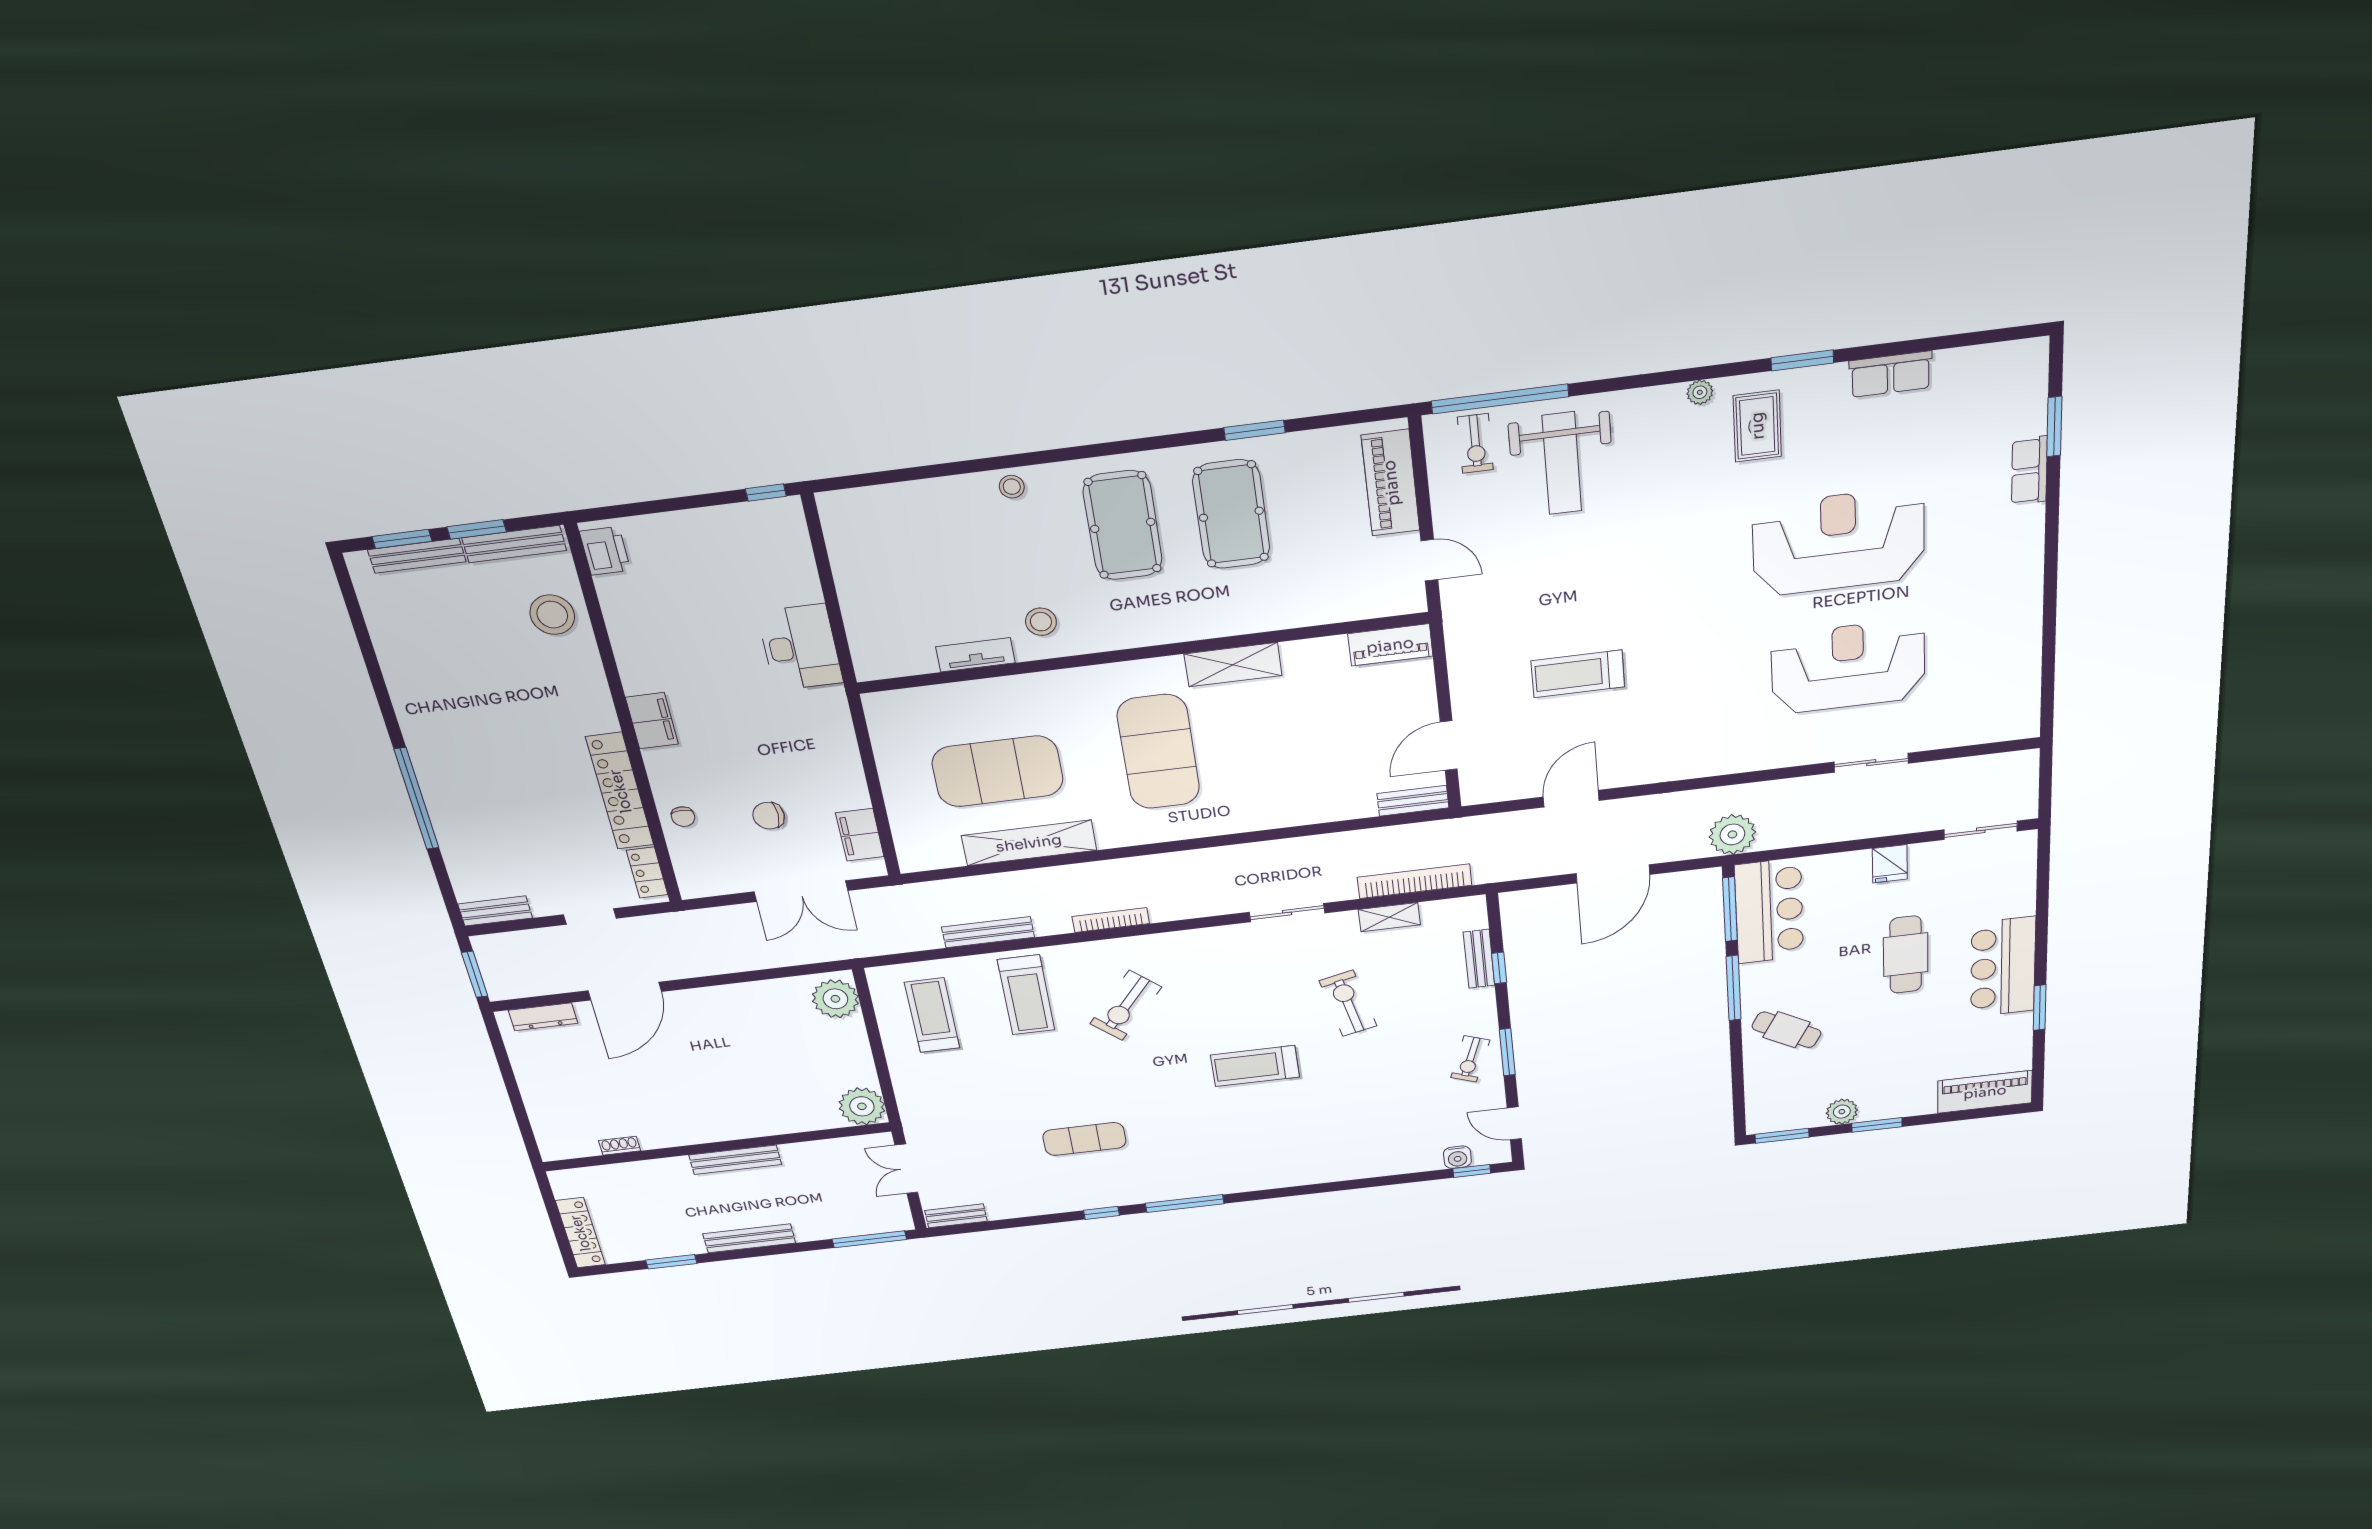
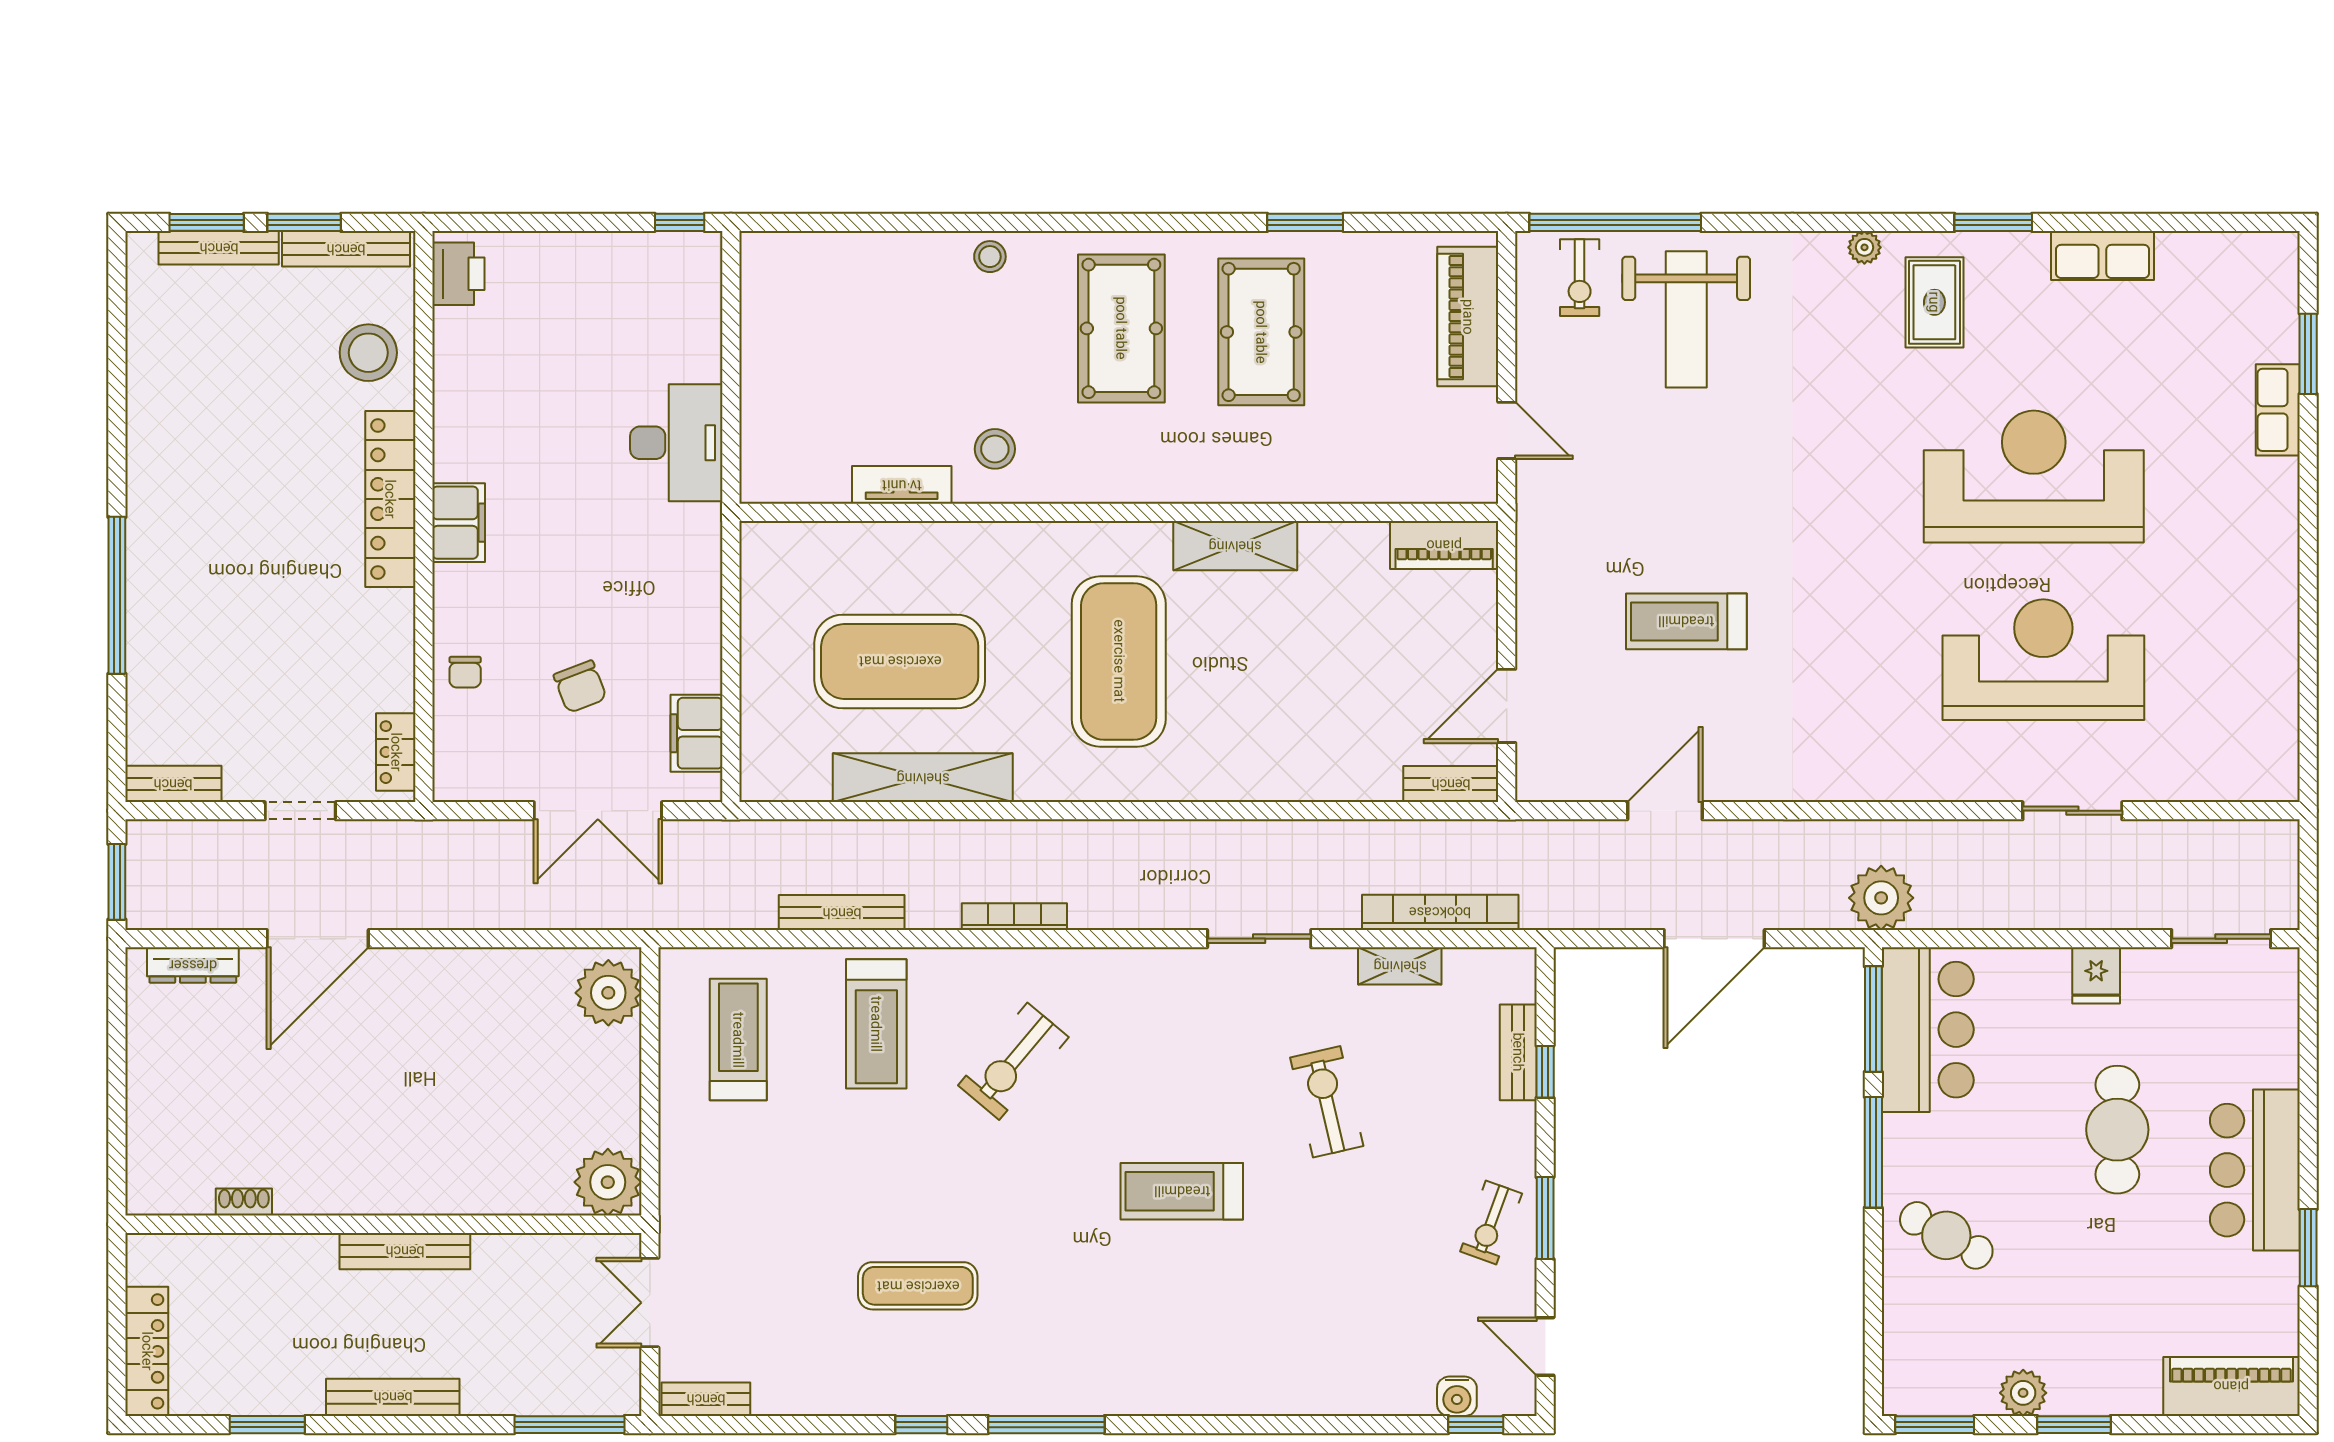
locker: (620, 791) -> (390, 499), moved
chair: (769, 816) -> (580, 687), turned -111

